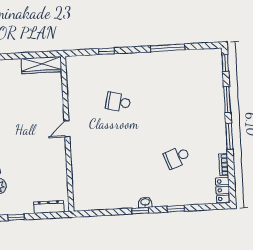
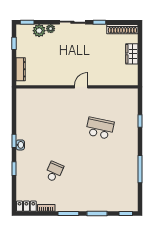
wardrobe: (41, 65) -> (132, 54), moved, width x0.67
school desk: (118, 102) -> (100, 128), width x1.85
door: (67, 129) -> (81, 87), hinge flipped
school desk: (177, 157) -> (54, 172), turned 45

